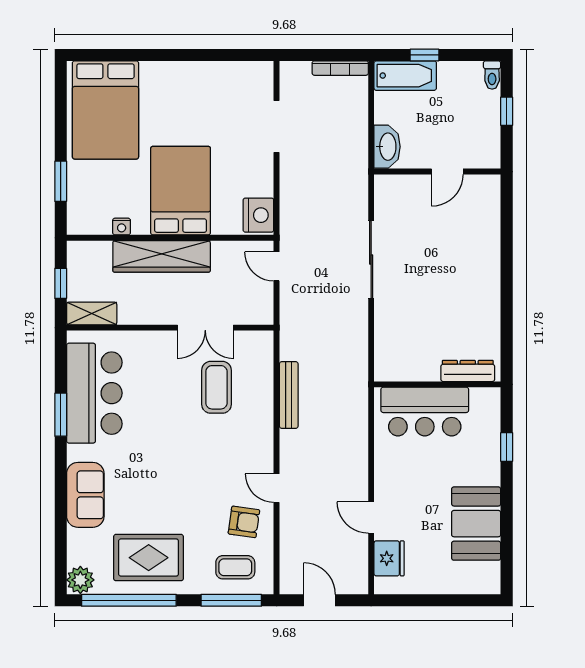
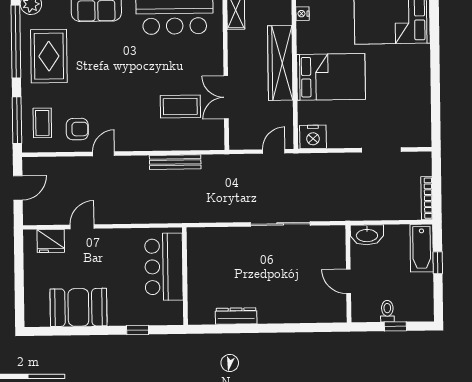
toilet: (492, 75) -> (387, 311), moved, turned 90
nightstand: (122, 227) -> (302, 14), moved
dresser: (468, 371) -> (236, 316), moved, turned -90
armchair: (244, 522) -> (77, 129), turned -98

